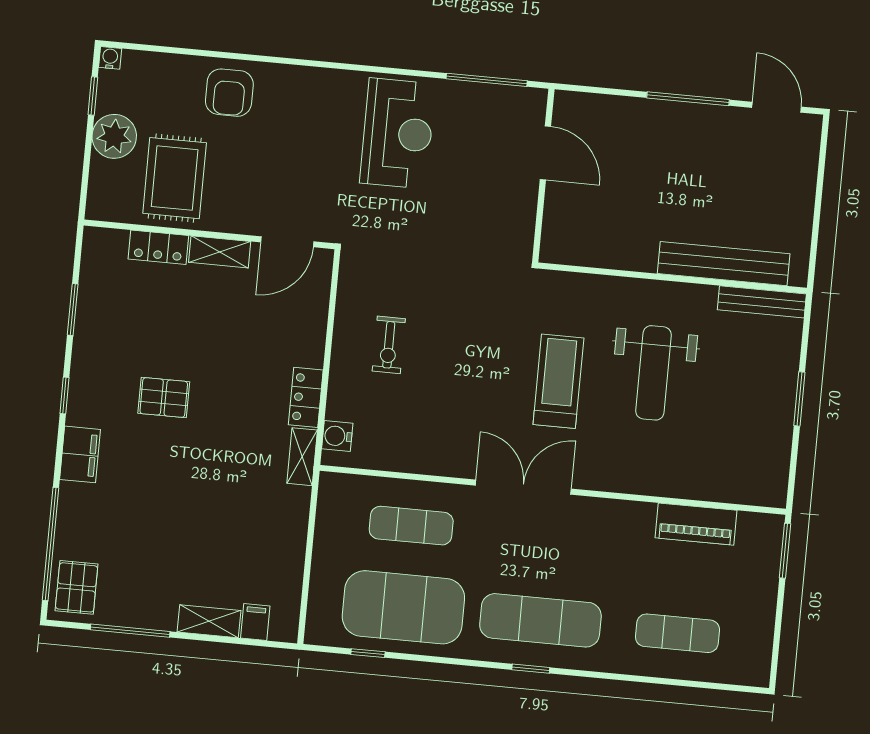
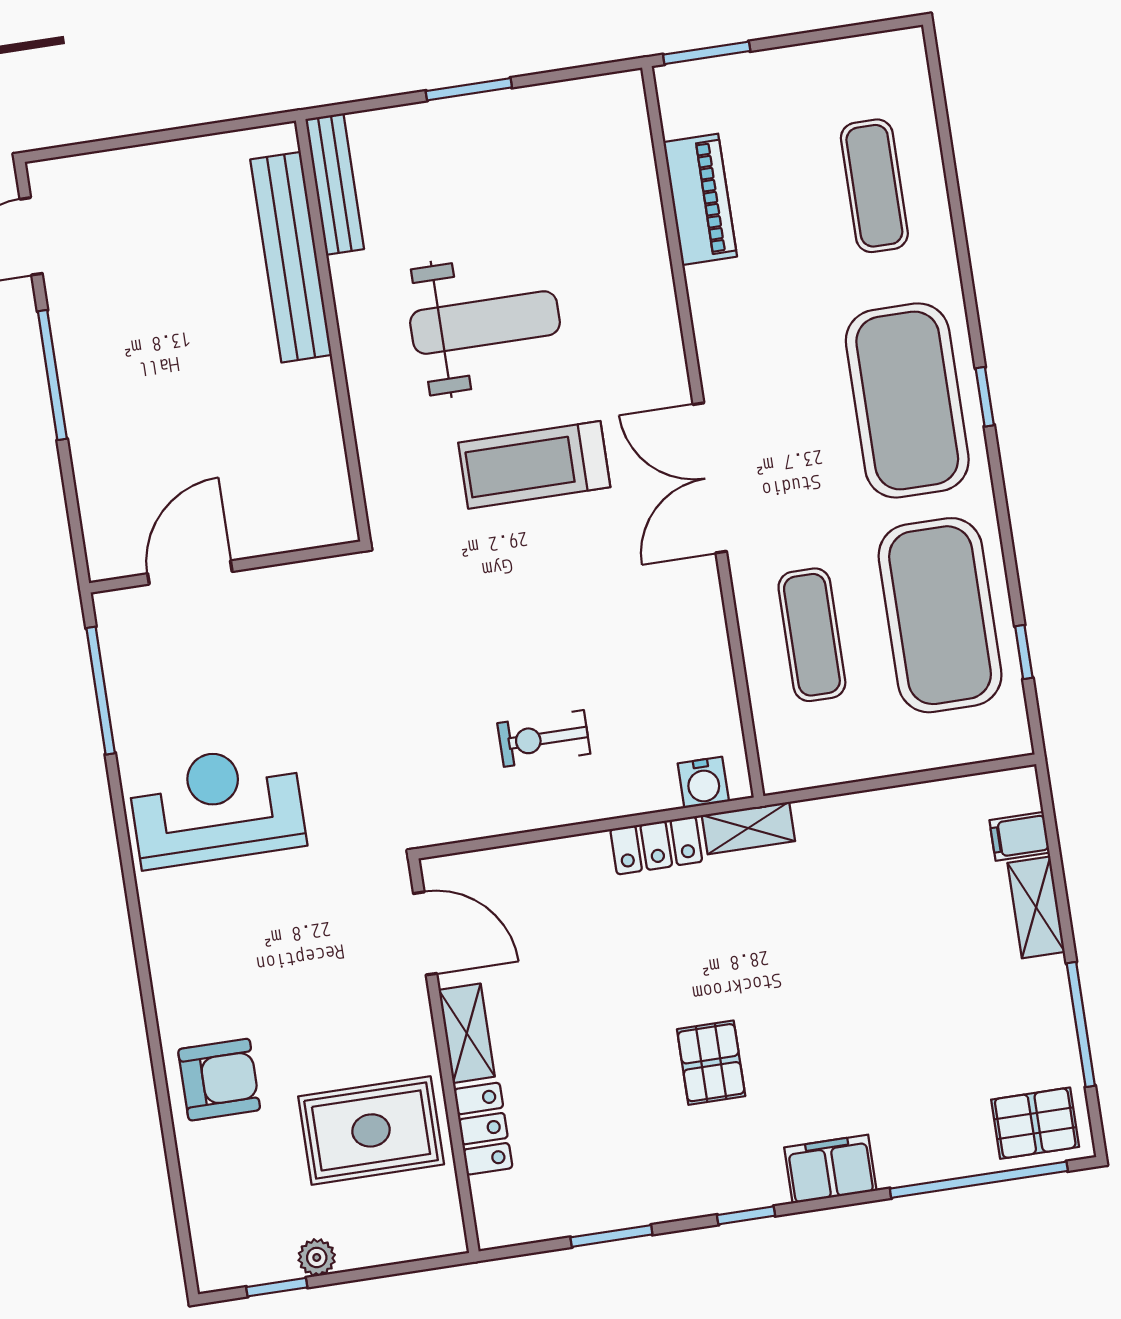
water cooler: (110, 58) -> (212, 1275), removed
plant: (114, 136) -> (317, 1257), width x0.53, depth x0.53
exercise bike: (389, 345) -> (544, 738), turned 180
exercise mat: (540, 620) -> (907, 400), width x1.47

